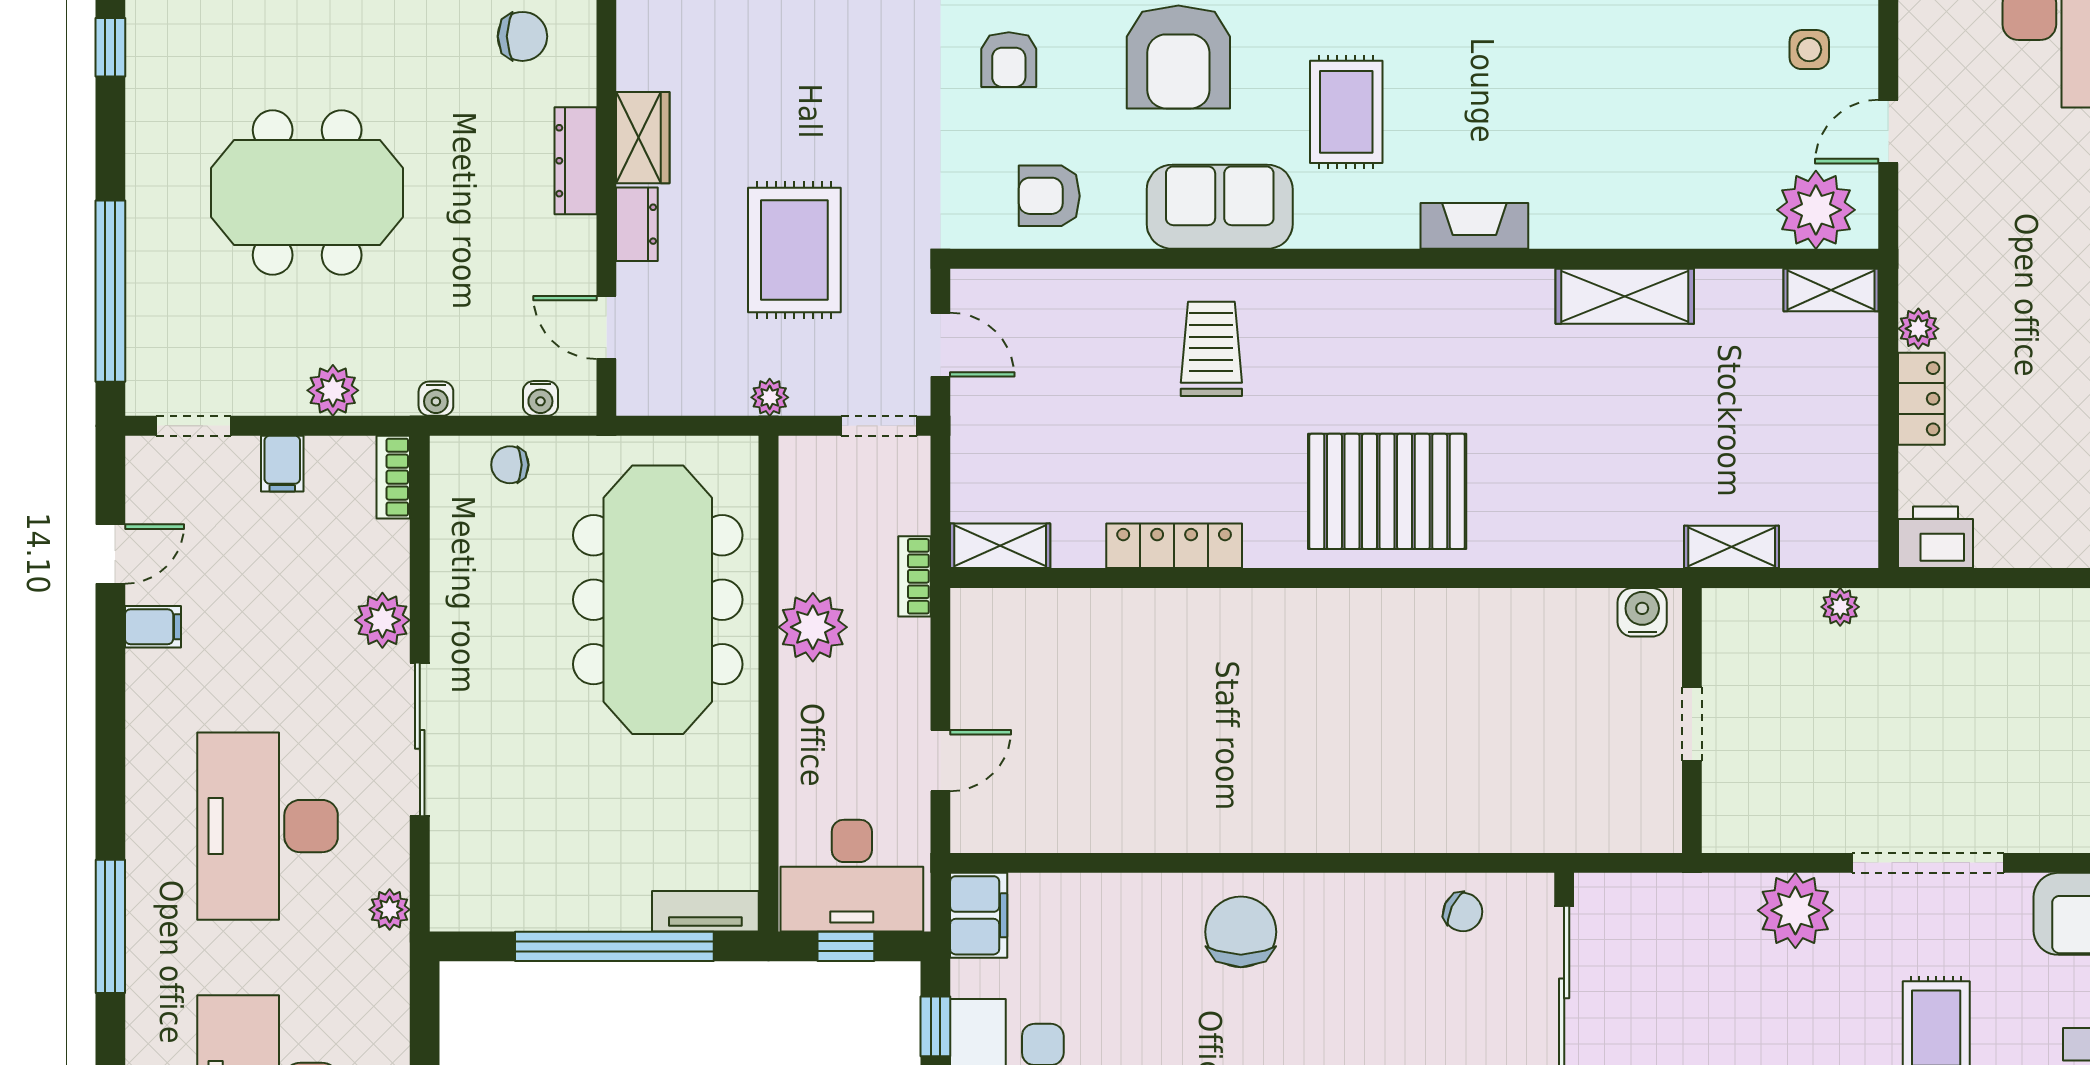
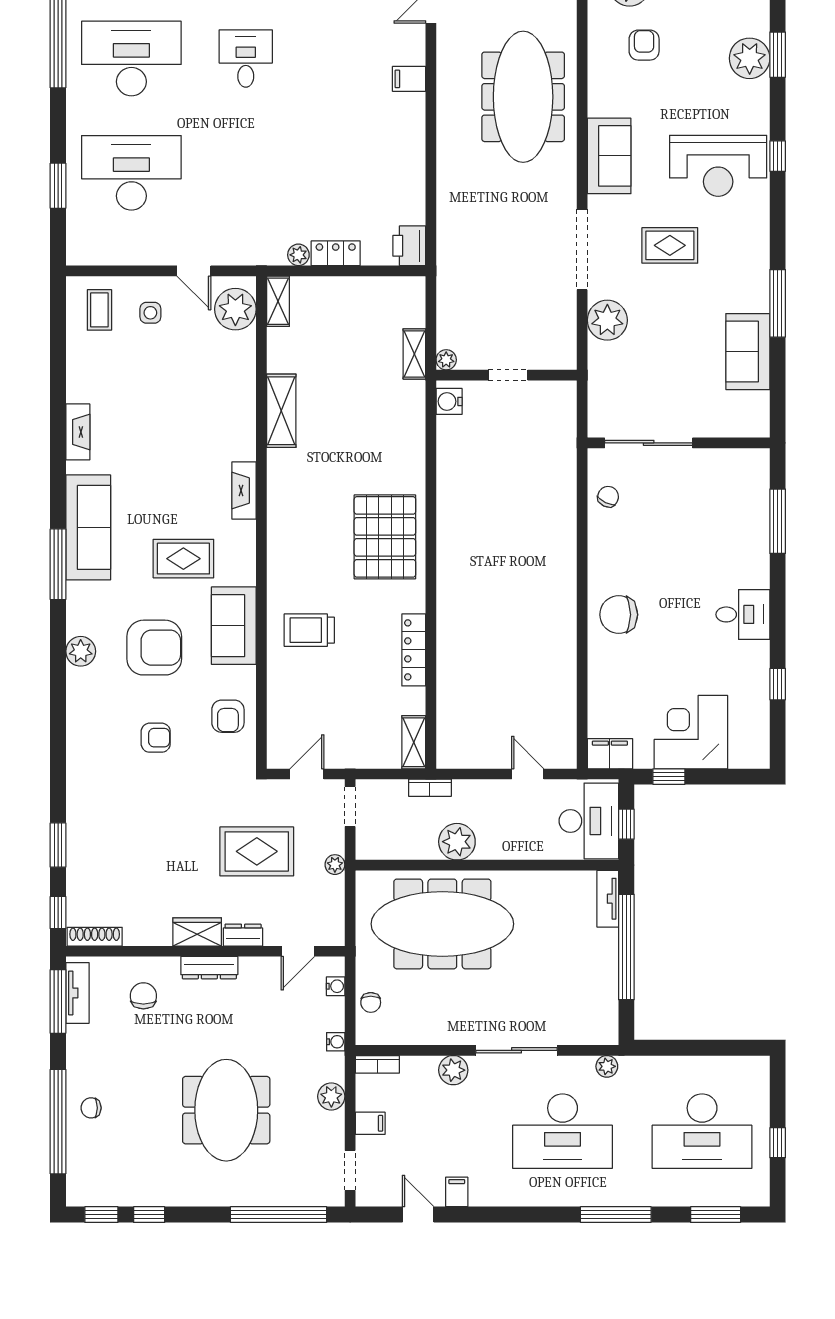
plant: (1840, 607) -> (446, 360), moved

